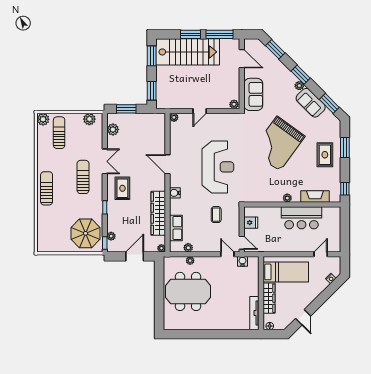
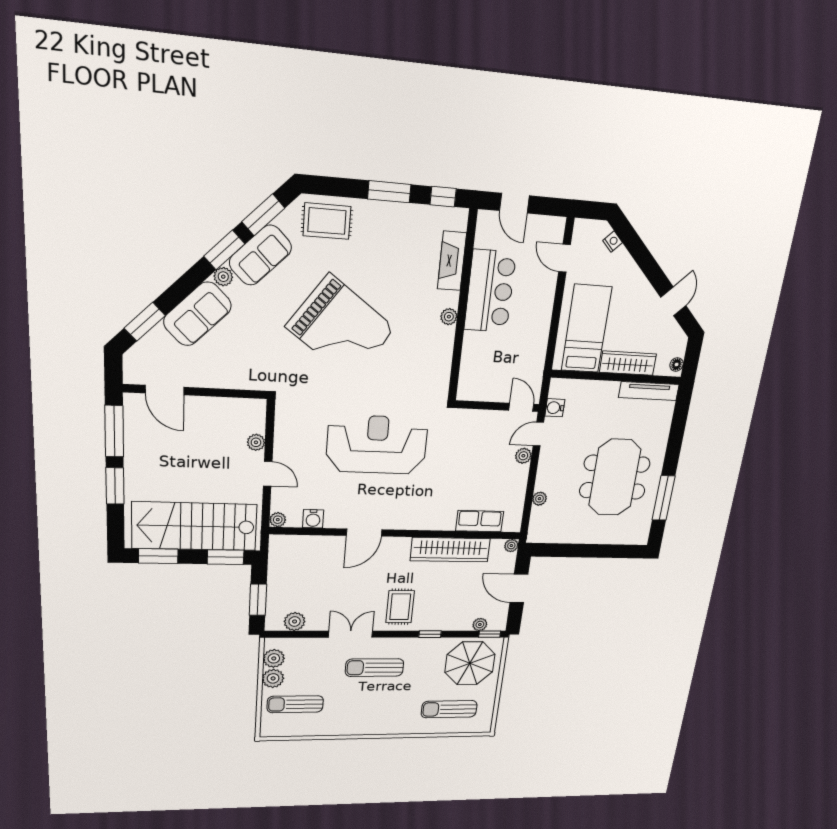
stairs: (188, 52) -> (195, 526), moved, turned -90
door: (242, 59) -> (165, 390), swing flipped
window: (301, 75) -> (224, 250), moved
sofa: (253, 94) -> (197, 314), moved, turned 135
plant: (234, 104) -> (256, 442), moved
plant: (43, 119) -> (273, 678), moved
window: (345, 148) -> (389, 192), moved
rug: (325, 155) -> (327, 221), moved
sun lounger: (47, 188) -> (449, 709), moved
rug: (122, 188) -> (400, 607), turned 90
water cooler: (175, 193) -> (313, 519), moved
coffee table: (216, 215) -> (464, 451), removed
fridge: (251, 223) -> (487, 389), removed
door: (345, 225) -> (514, 203), added
door: (242, 243) -> (521, 407), hinge flipped
plant: (188, 248) -> (523, 456), moved
meeting table: (188, 291) -> (615, 477), moved
door: (303, 317) -> (673, 301), hinge flipped
window: (193, 334) -> (664, 498), added

